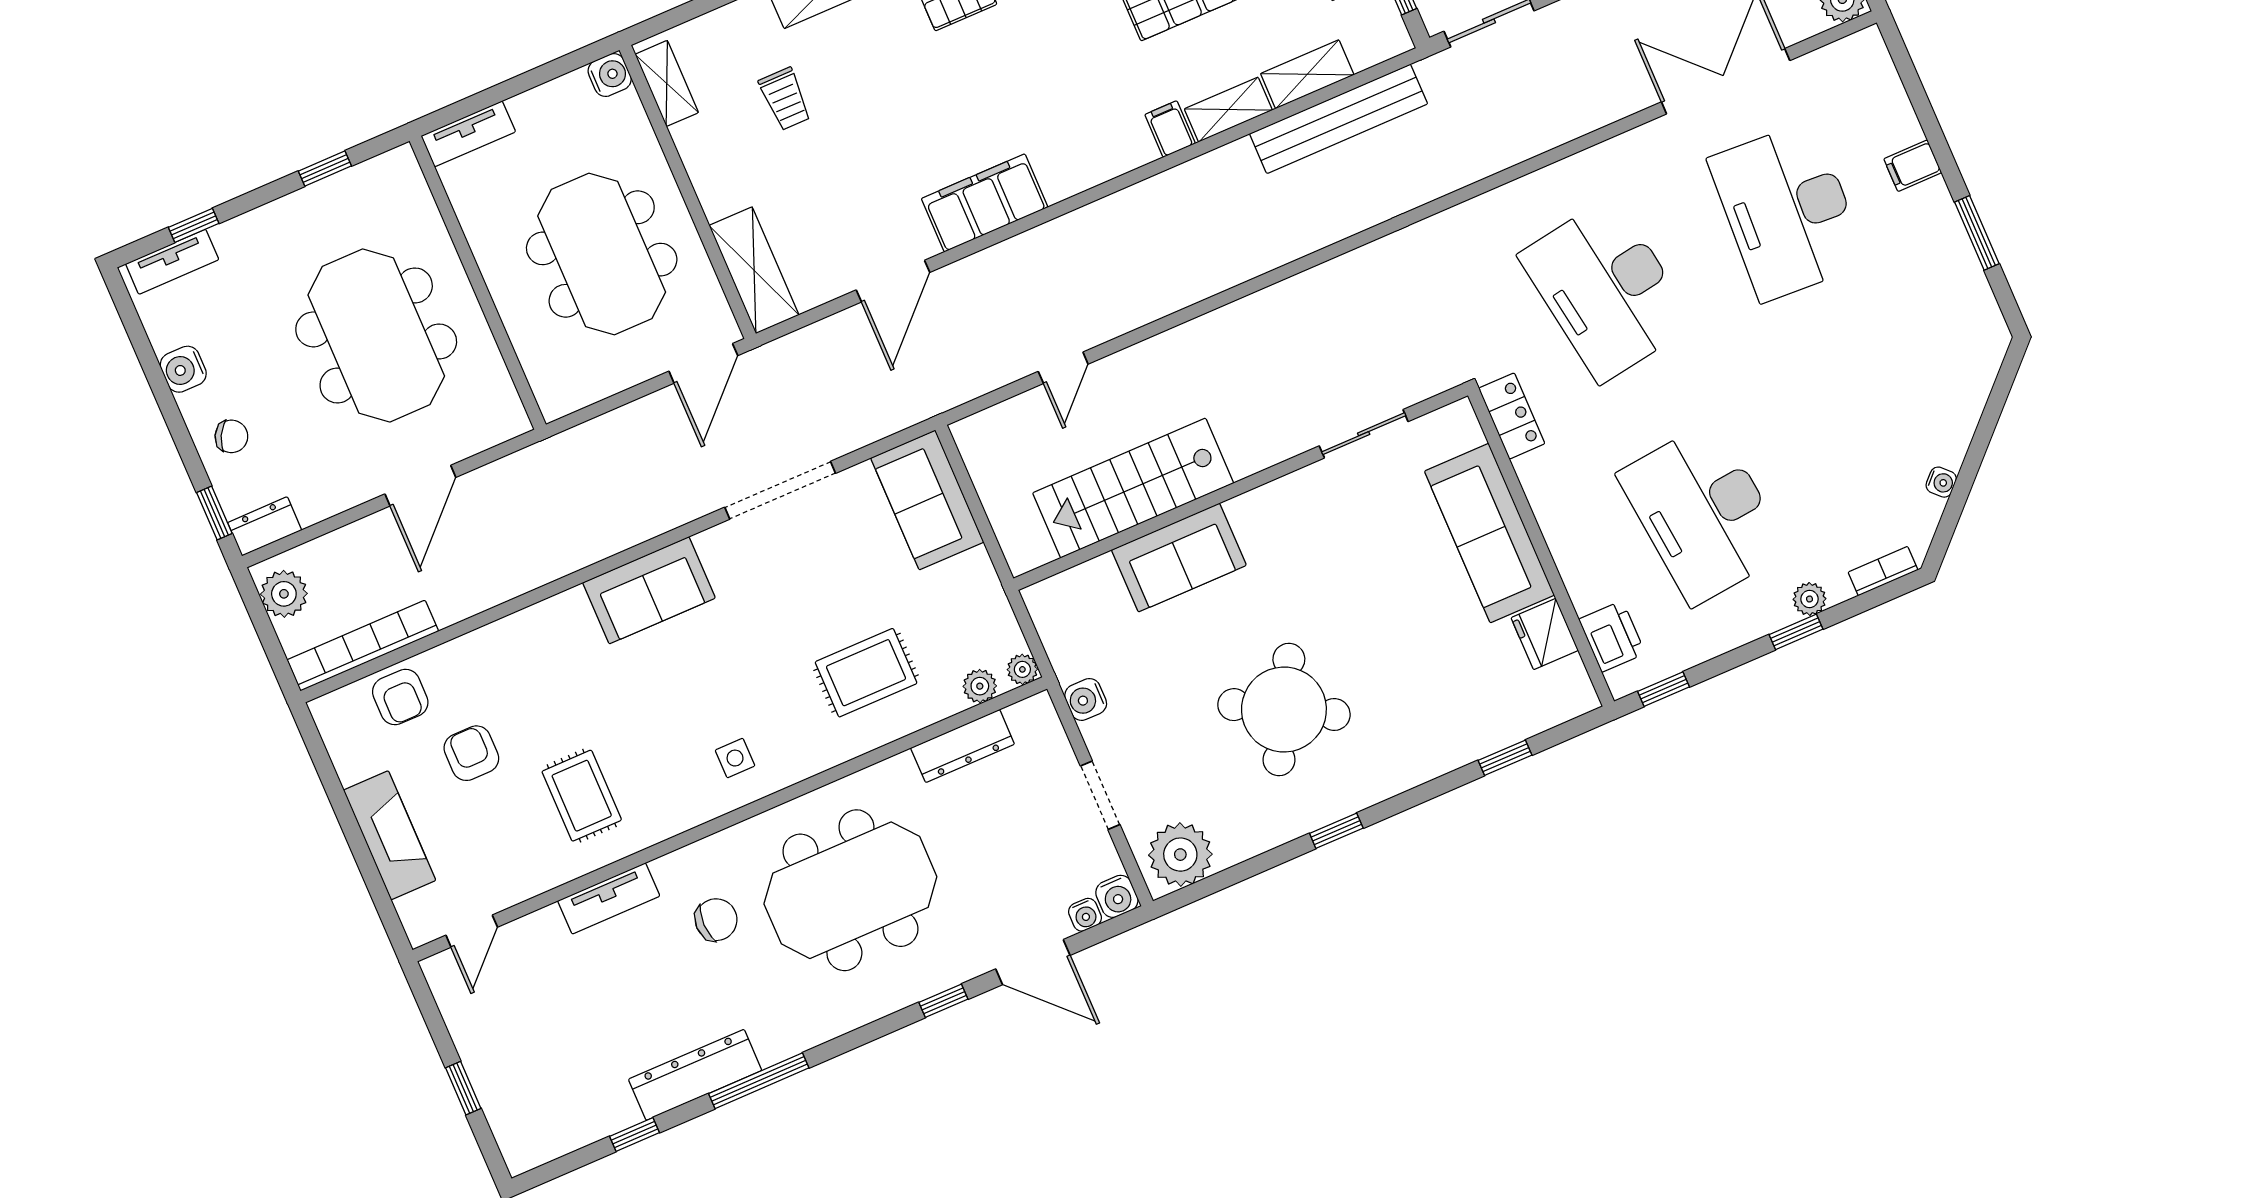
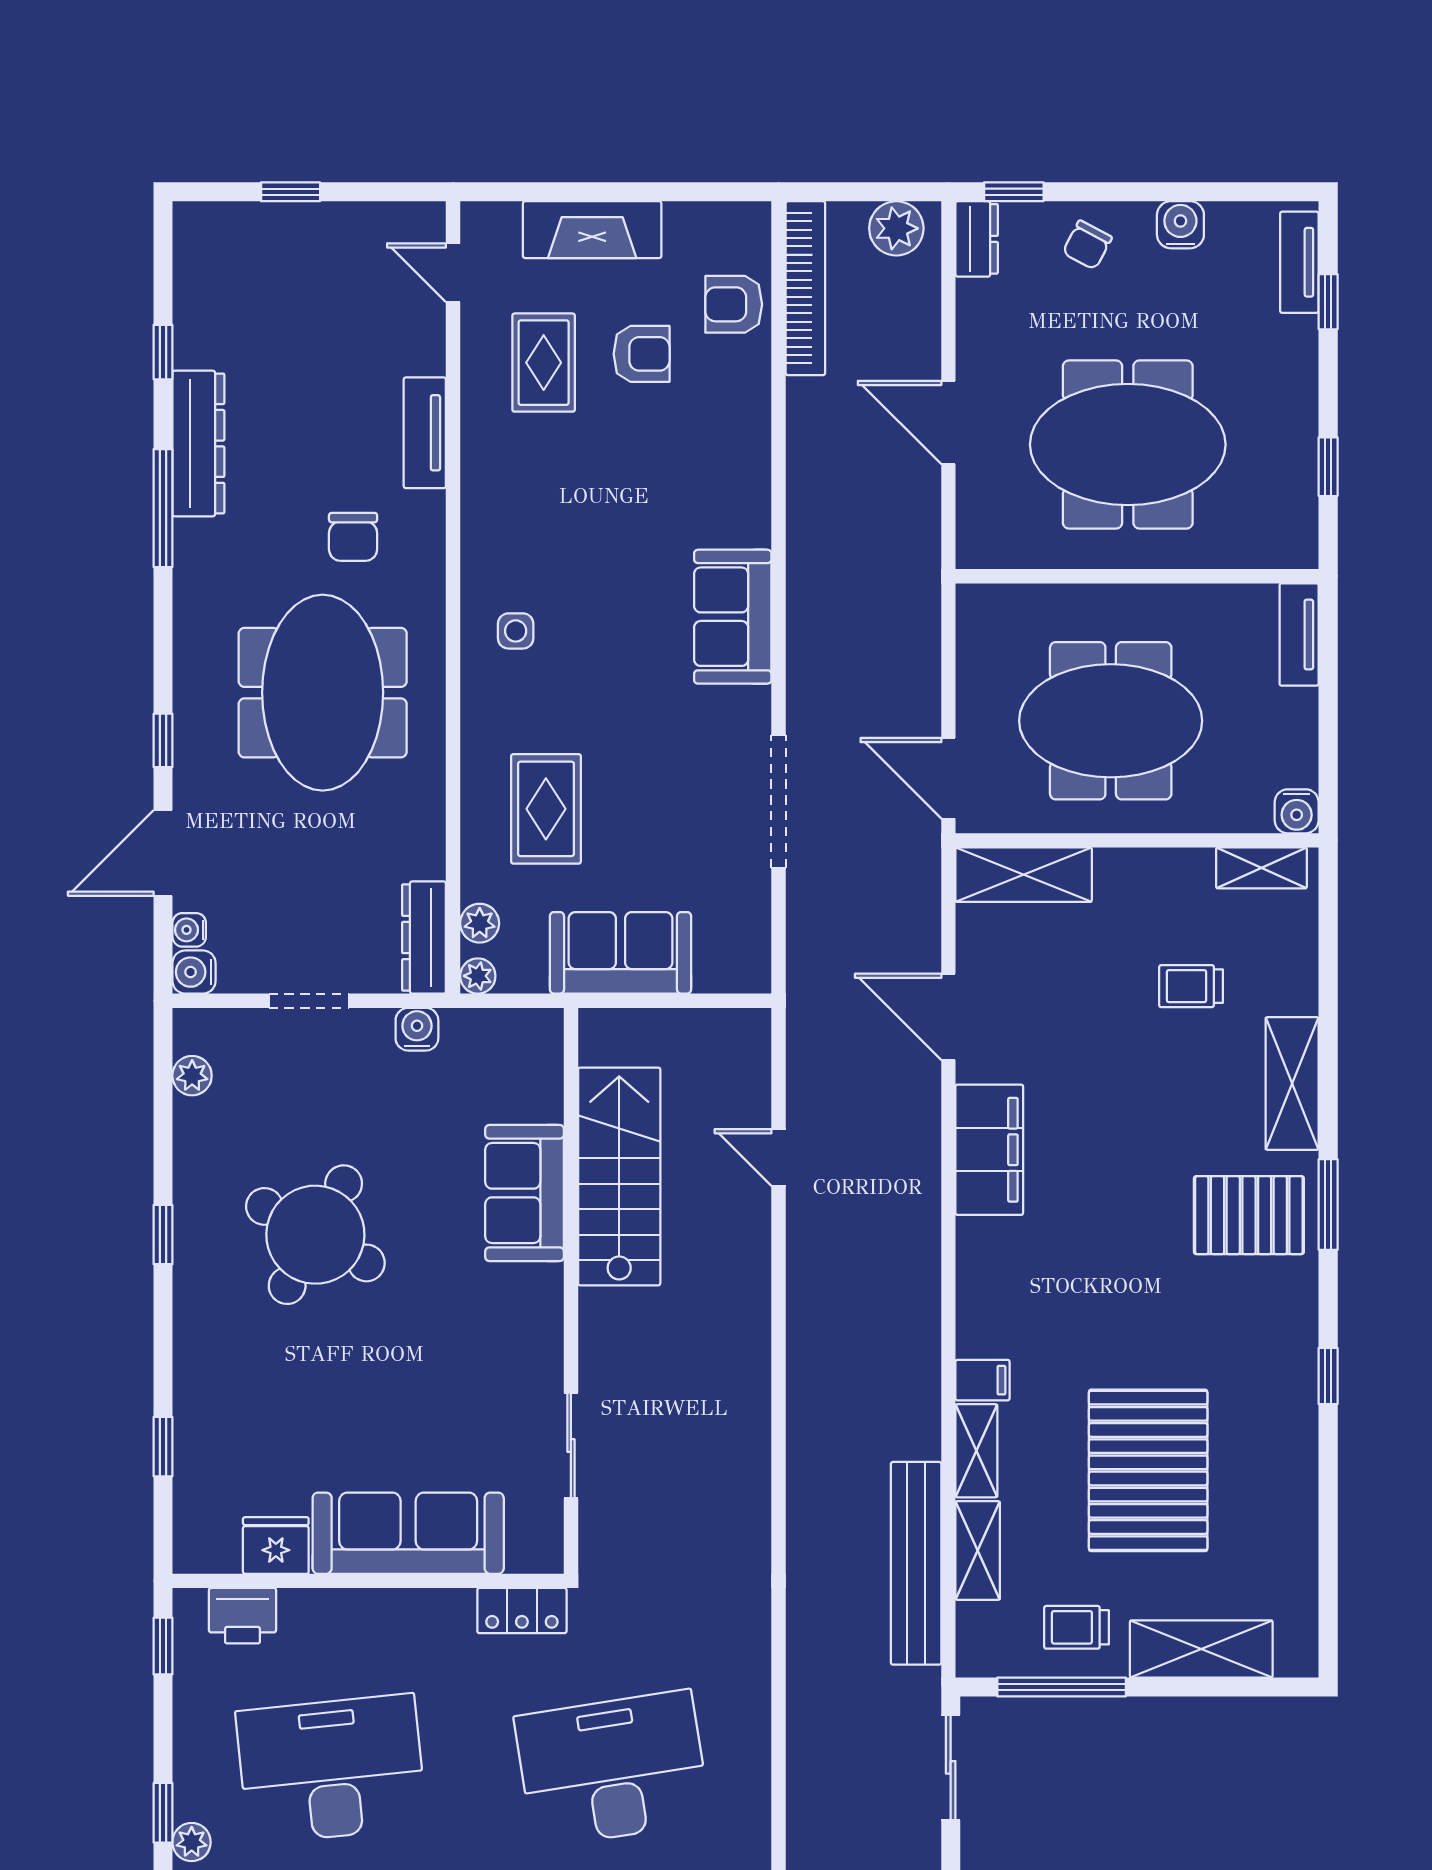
sofa: (927, 500) -> (621, 953), moved
dresser: (963, 746) -> (424, 938), moved
rug: (582, 796) -> (544, 363), moved, turned 90
plant: (1180, 855) -> (192, 1076), width x0.53, depth x0.53

